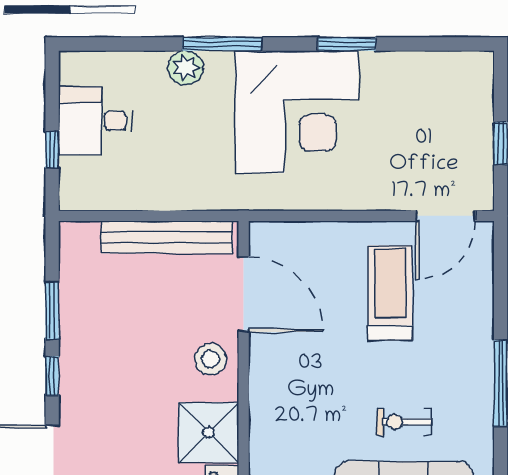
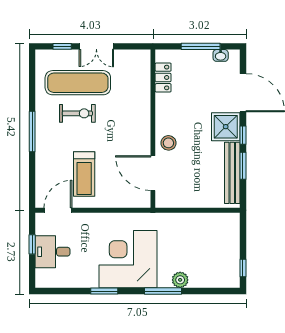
desk: (95, 121) -> (53, 252), moved, turned 180
window: (52, 150) -> (243, 268), moved
bench: (167, 237) -> (232, 173), moved, turned 90
exercise bike: (404, 422) -> (77, 113), width x1.38, depth x1.39
shower: (209, 432) -> (226, 127), moved

